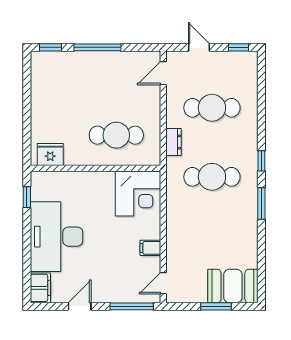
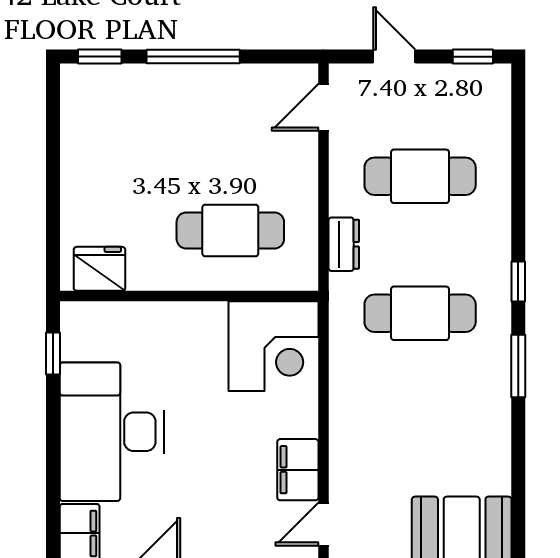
filing cabinet: (150, 248) -> (298, 470), width x2.00

